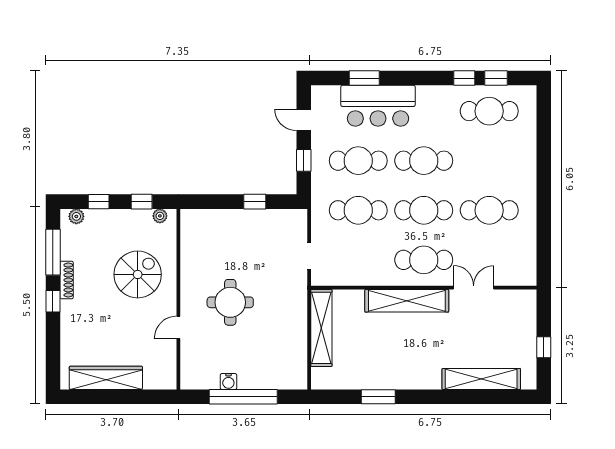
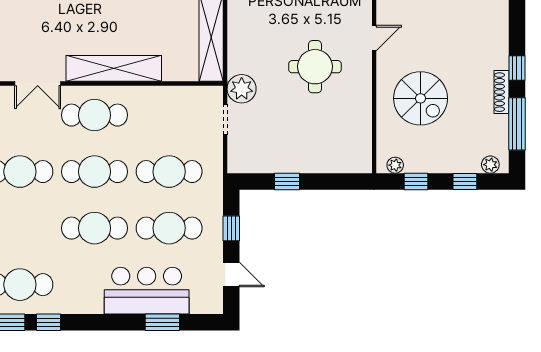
spiral stairs: (138, 274) -> (421, 98), turned -90
plant: (295, 283) -> (242, 89), added

